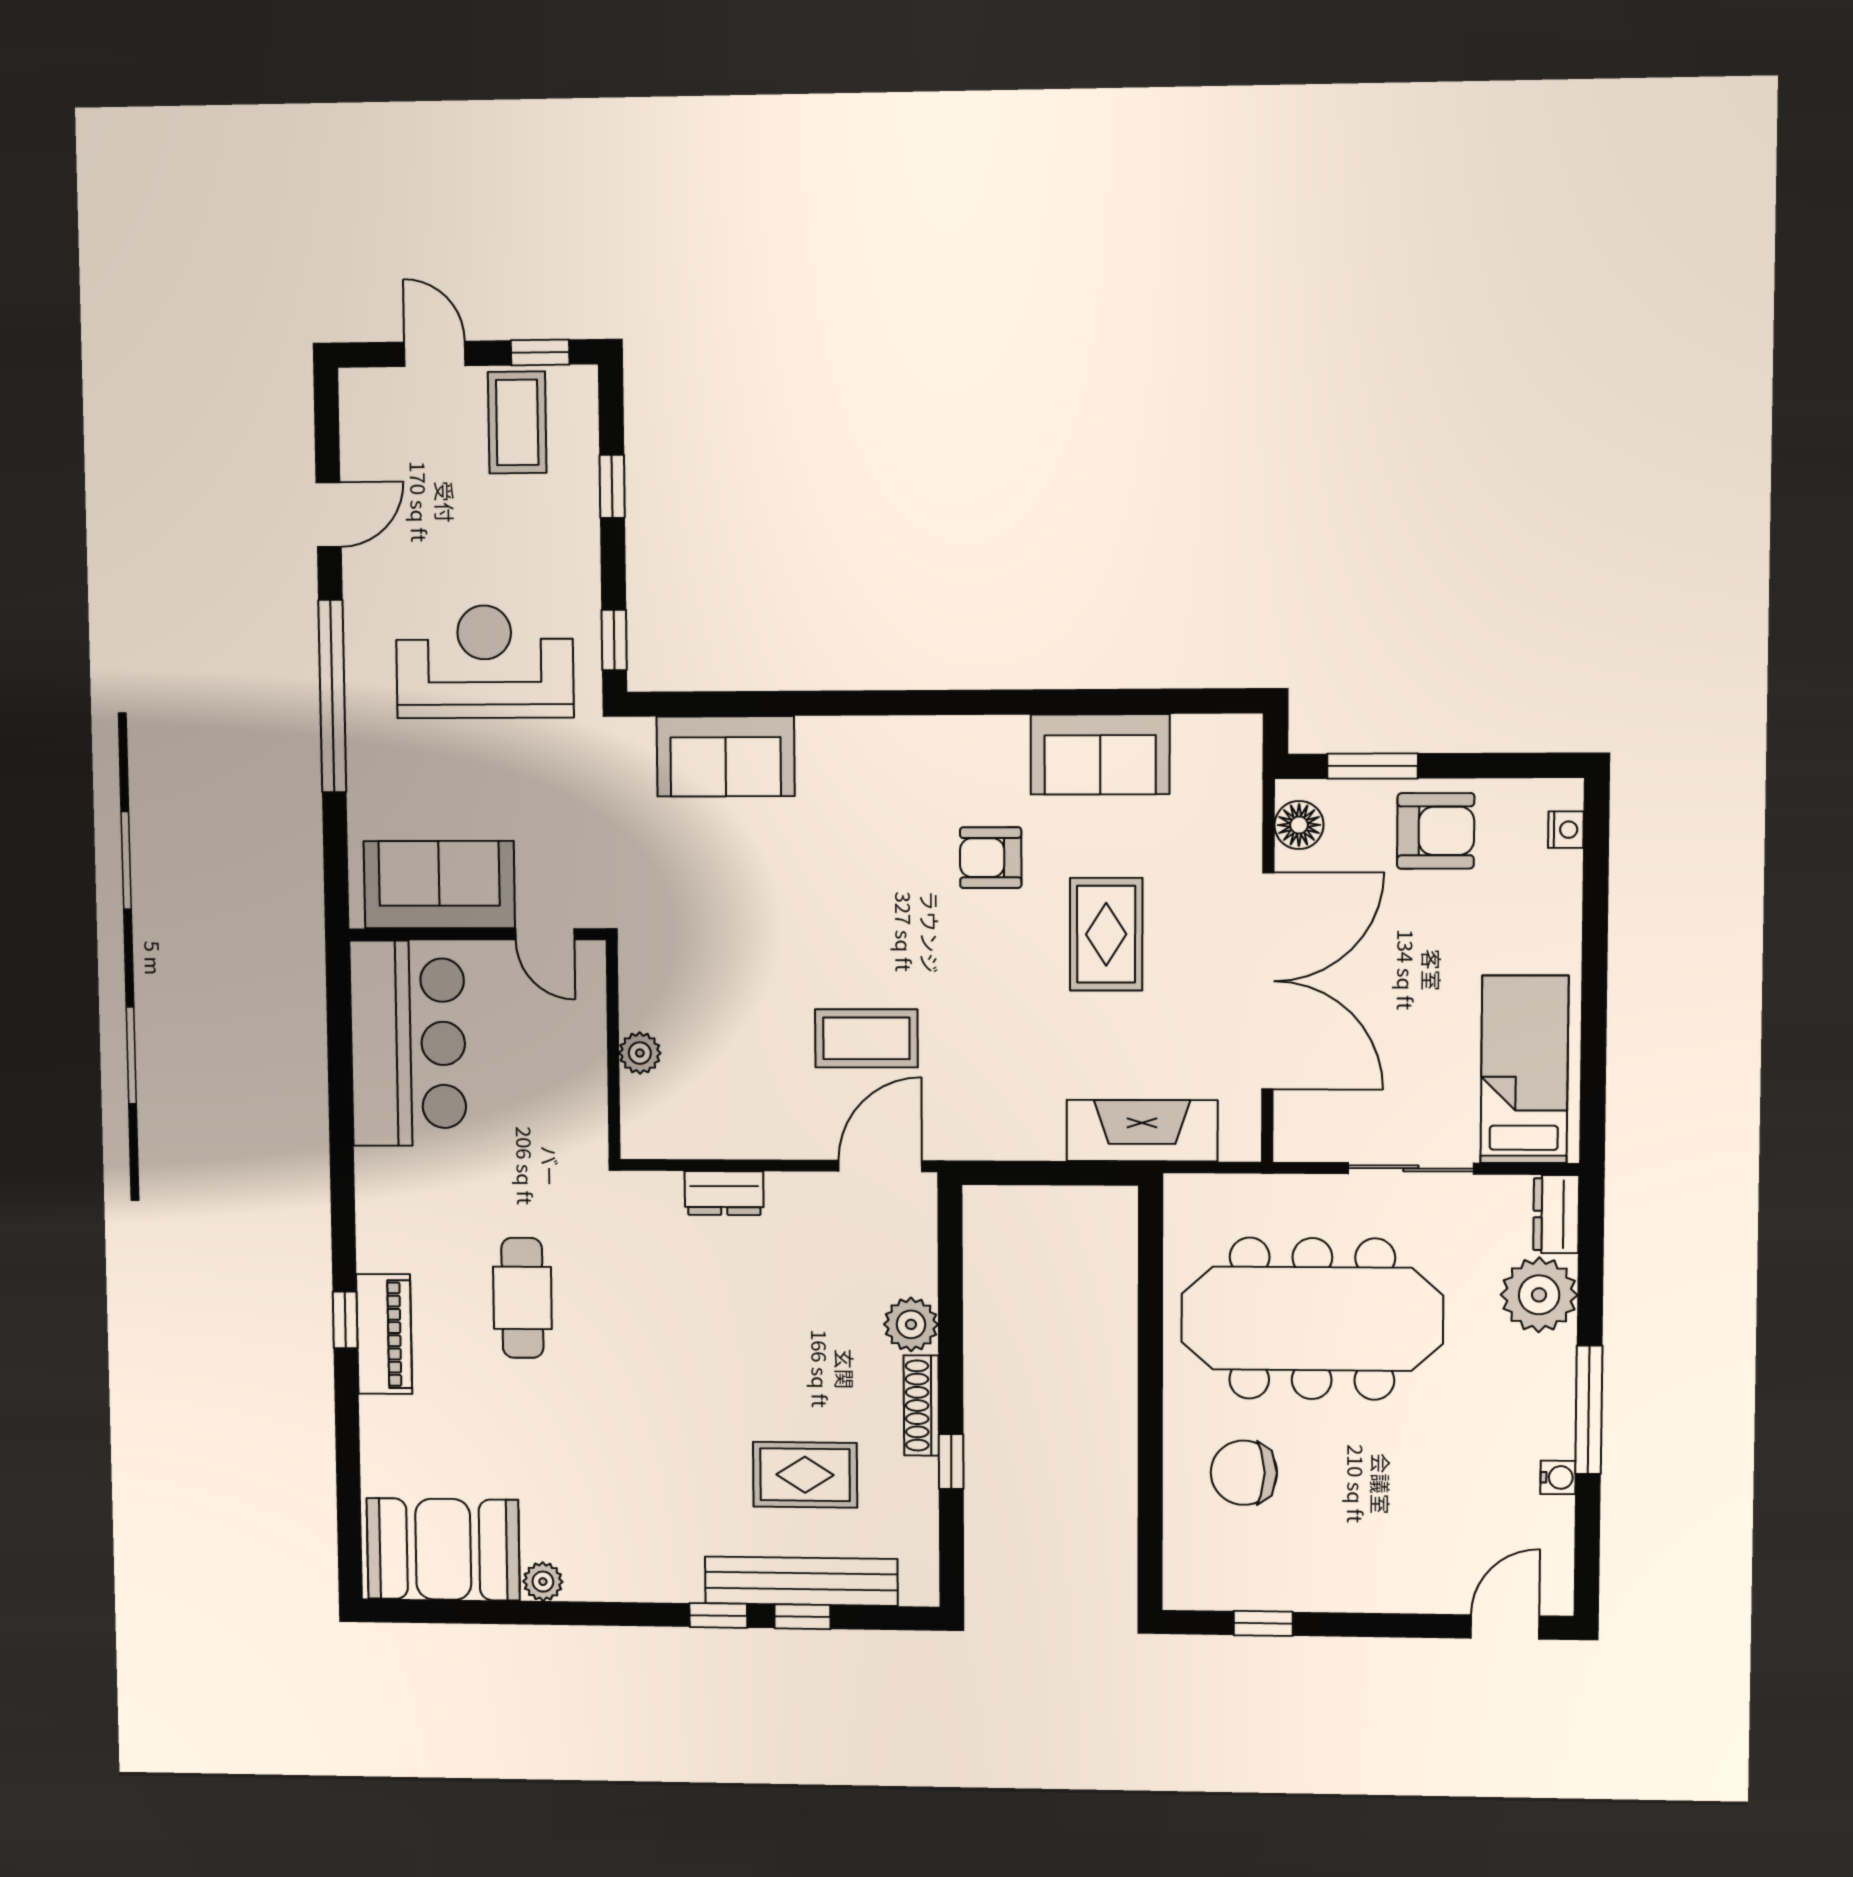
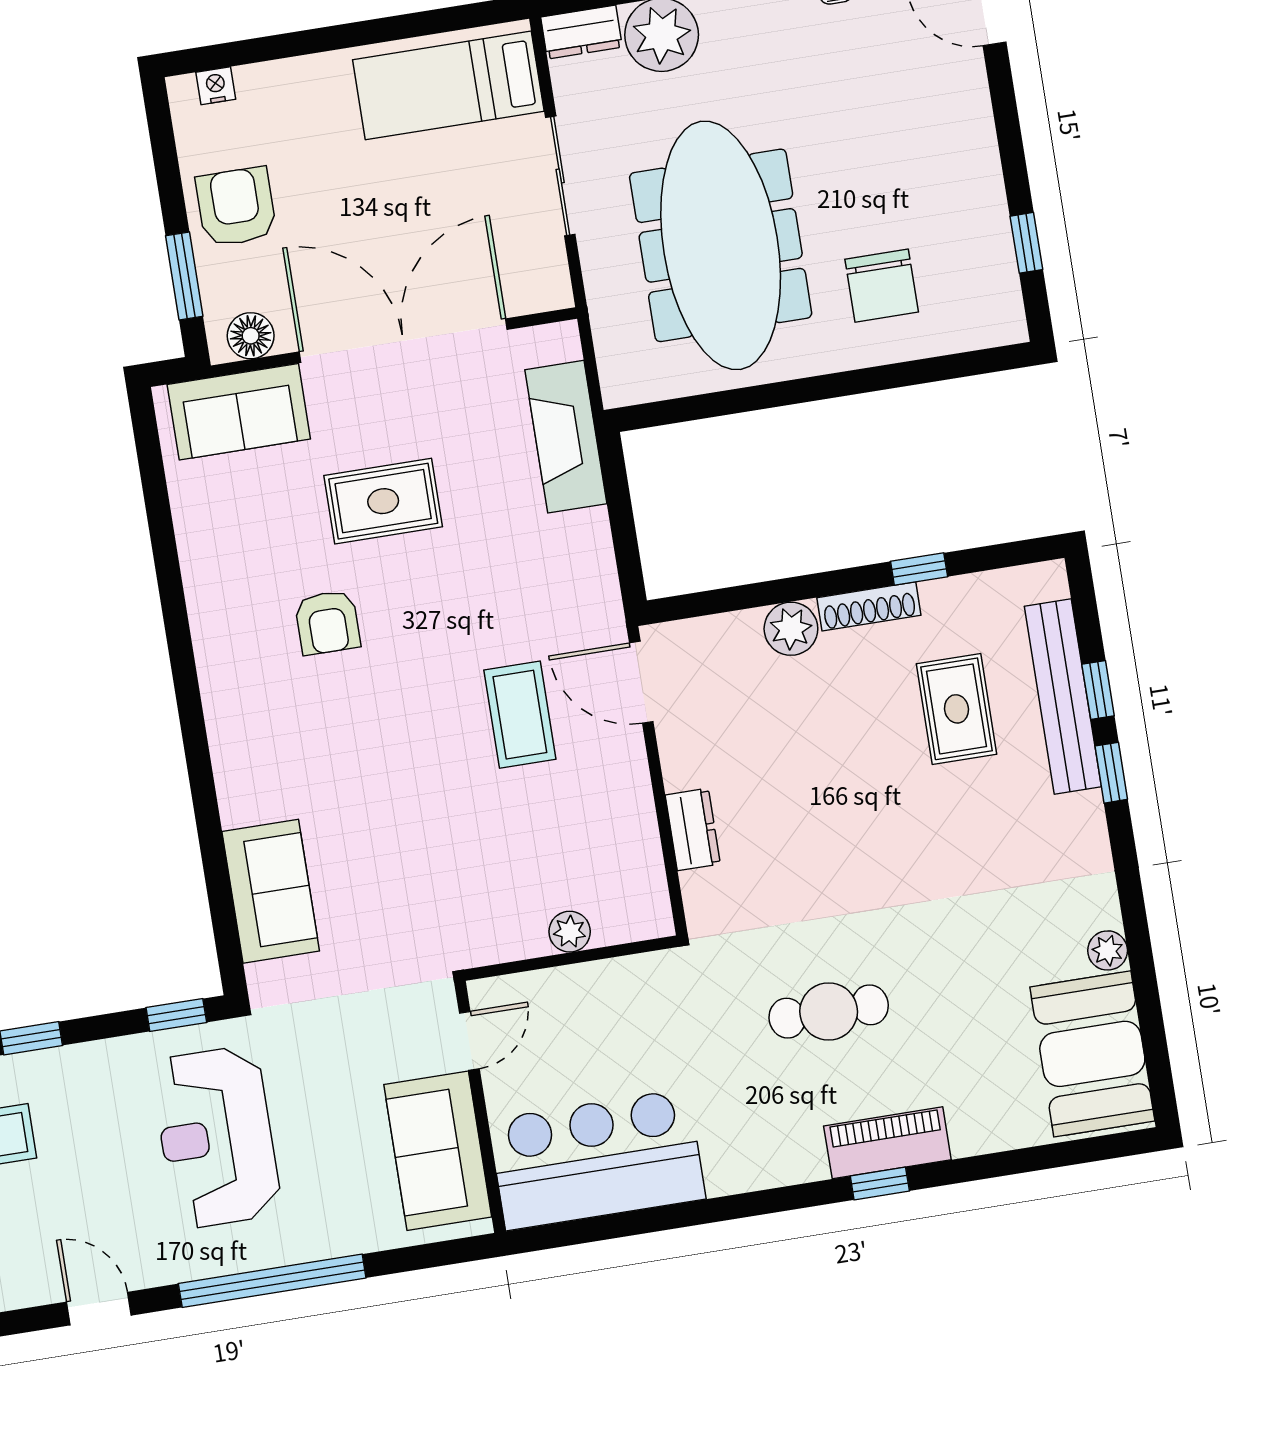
sofa: (1100, 754) -> (239, 412), moved, turned 90

